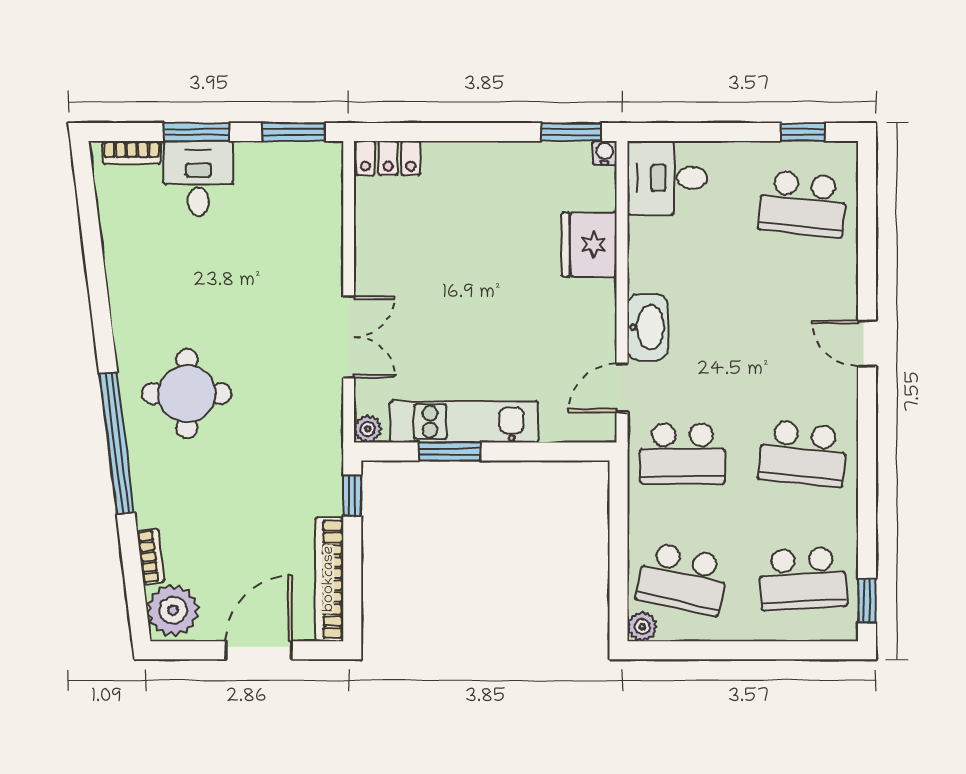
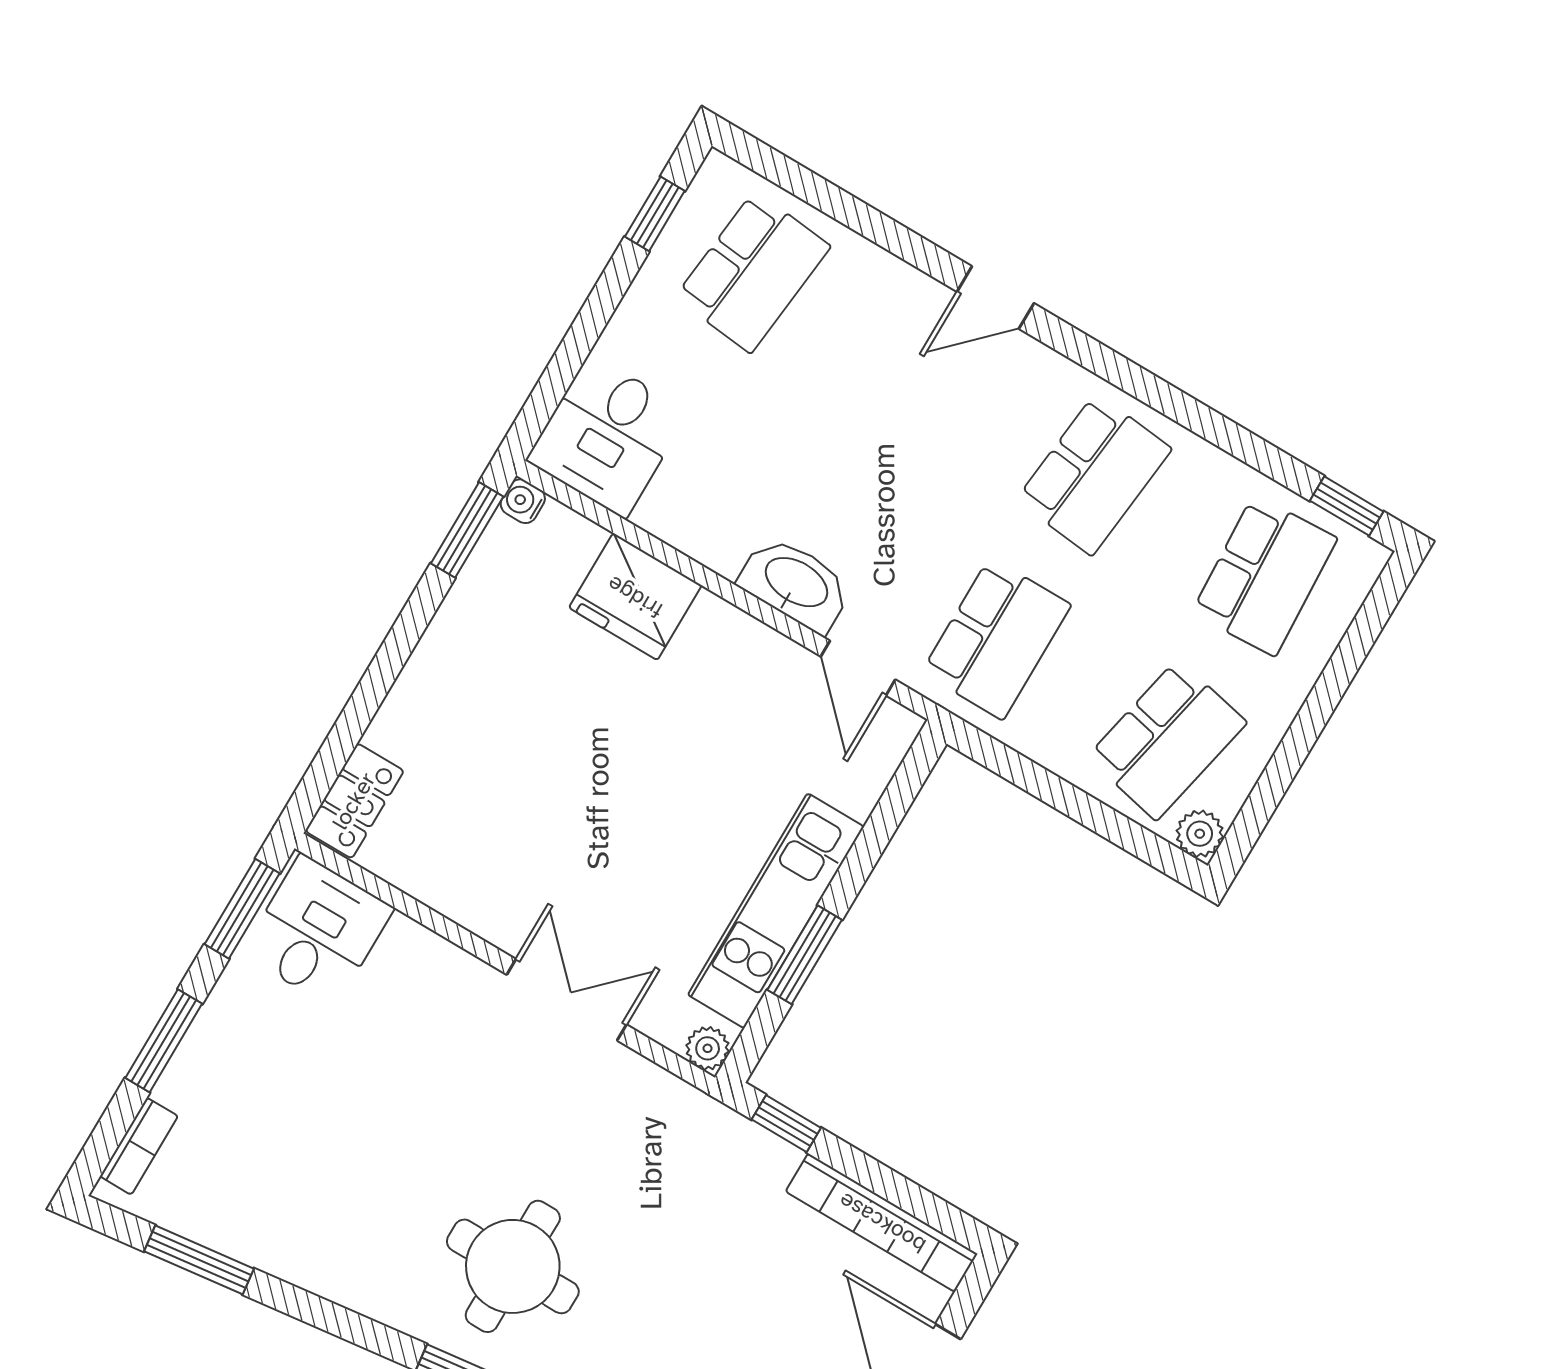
desk: (198, 178) -> (318, 931), moved, turned 90
window: (89, 222) -> (199, 1260), added

